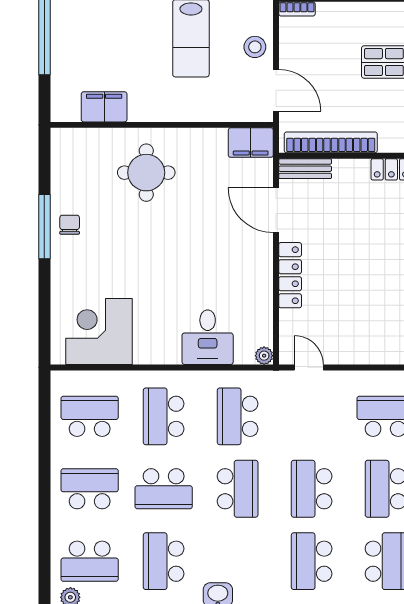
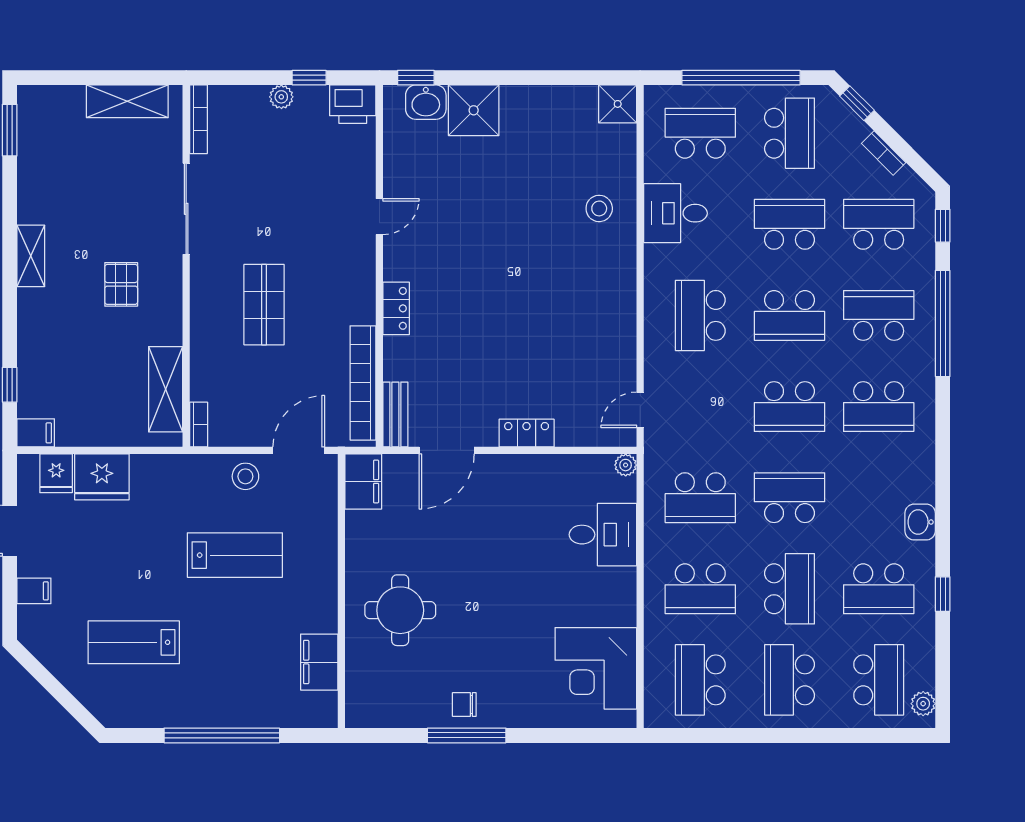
locker: (290, 275) -> (527, 433), width x0.66

